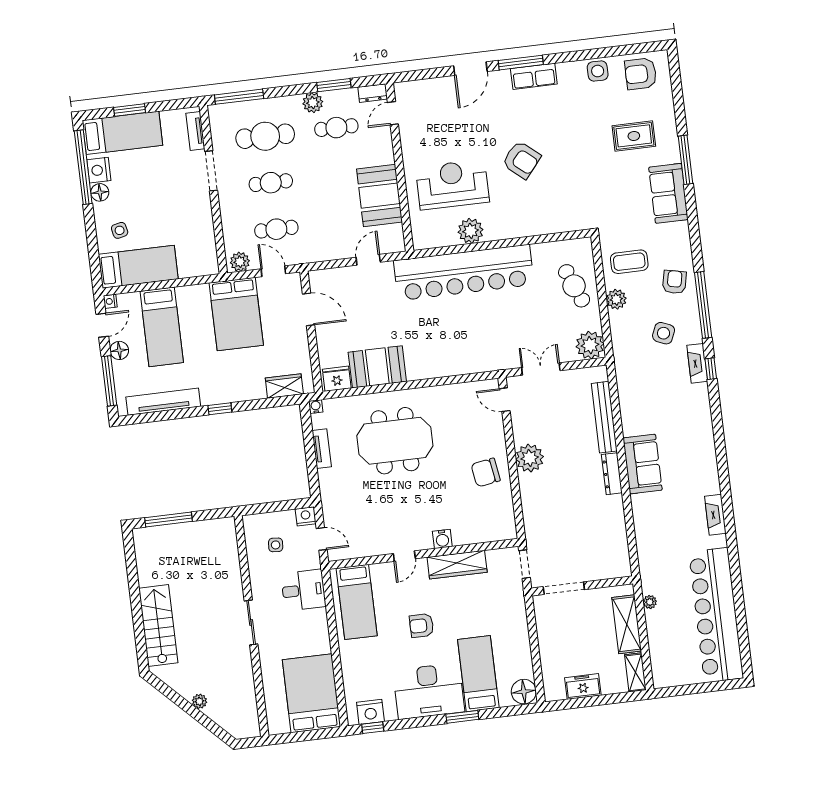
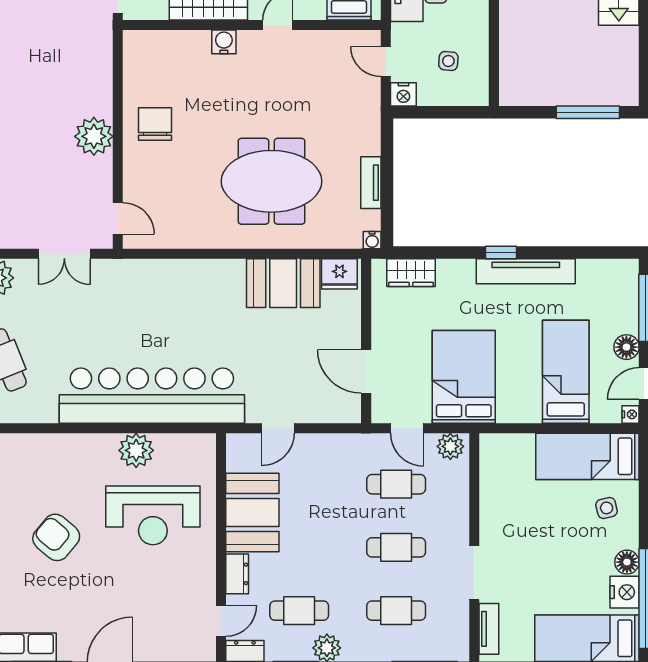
cafe table: (265, 136) -> (396, 611), width x0.73, depth x0.74
dresser: (385, 149) -> (237, 574), added
tv unit: (163, 402) -> (526, 271), moved
chair: (486, 472) -> (155, 124), turned -81

